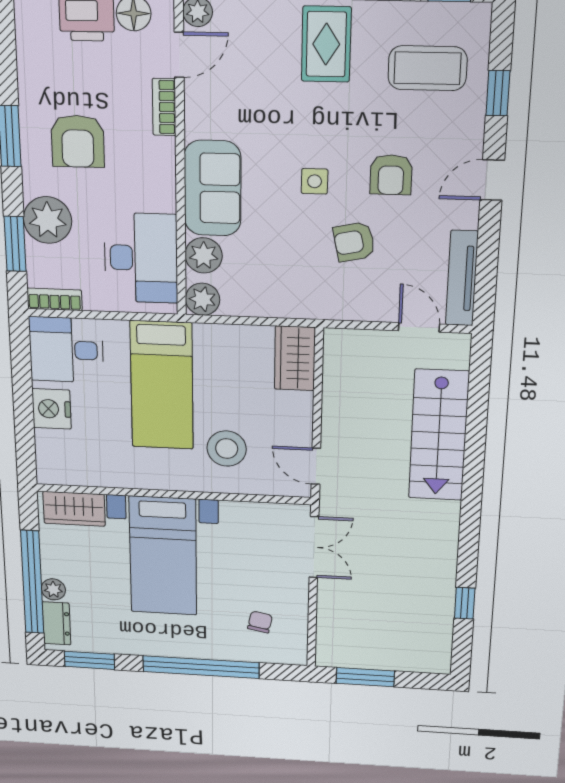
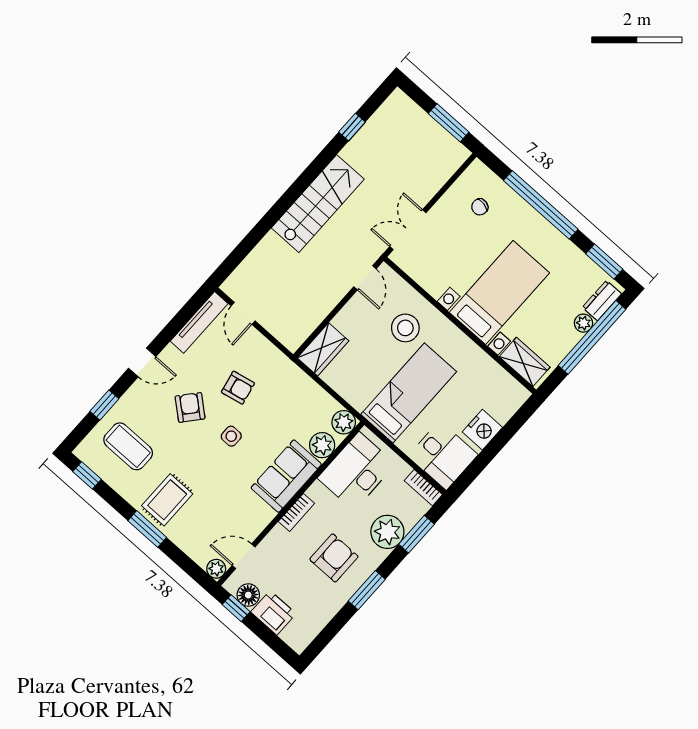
bookcase: (164, 107) -> (296, 512), moved
armchair: (391, 175) -> (190, 407), turned -50
stairs: (439, 435) -> (318, 204), moved

